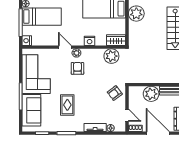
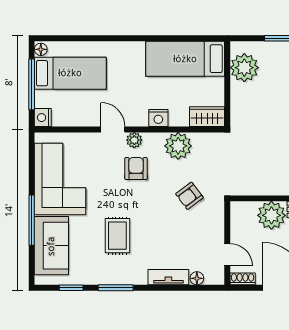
plant: (111, 56) -> (178, 146), moved
armchair: (115, 93) -> (189, 196), moved

